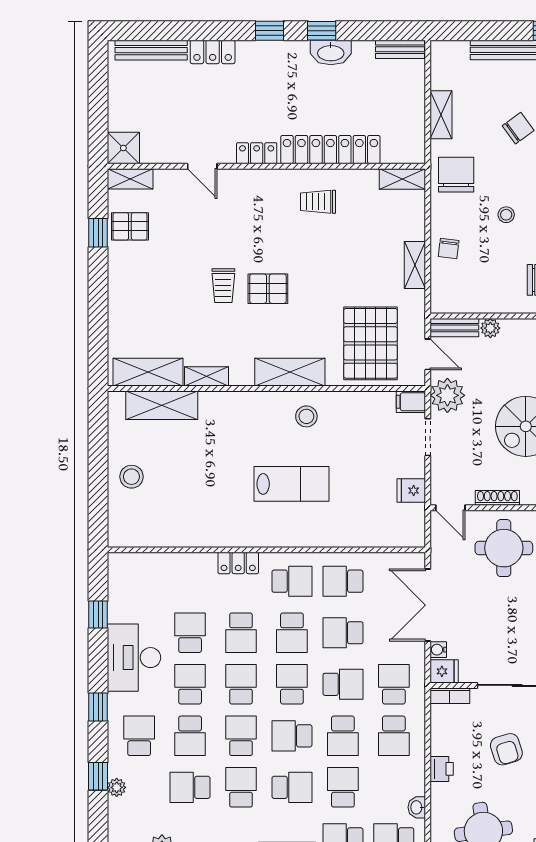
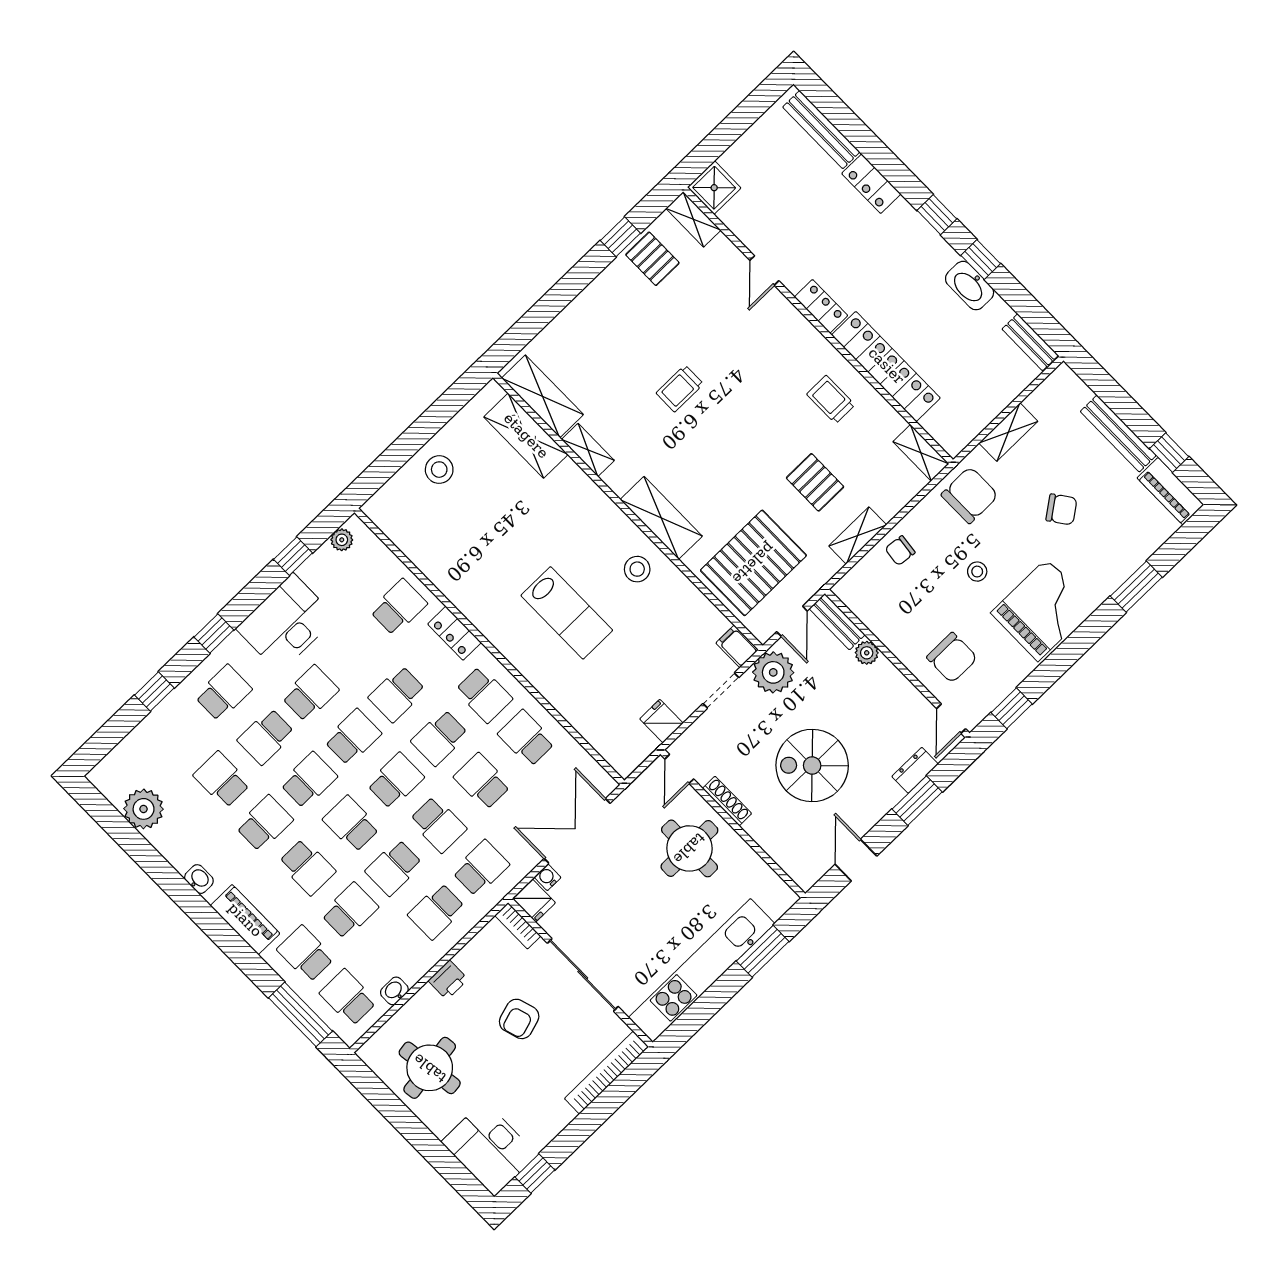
pallet: (268, 289) -> (815, 482), moved
school desk: (190, 633) -> (399, 607), moved
plant: (117, 787) -> (342, 540), moved

